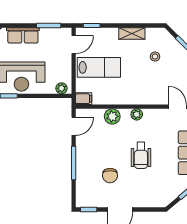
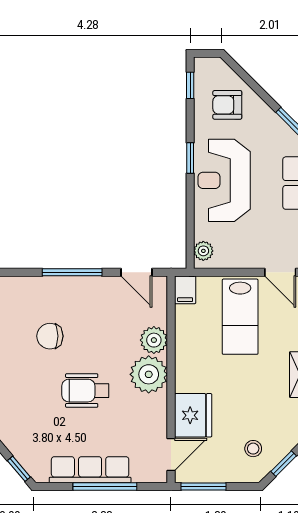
stool: (155, 56) -> (253, 449), moved
fridge: (155, 94) -> (193, 415), added
plant: (137, 114) -> (149, 374), width x1.87, depth x1.87

